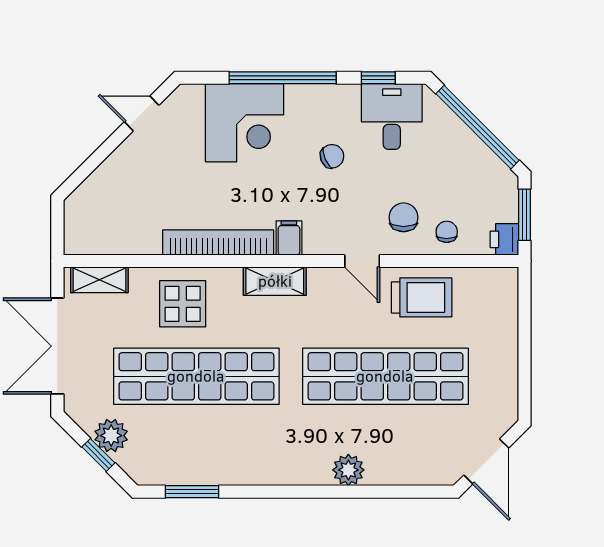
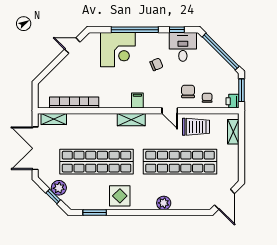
bookcase: (218, 243) -> (74, 103), moved
display table: (183, 304) -> (120, 196), moved
shelving: (506, 309) -> (233, 132), added

